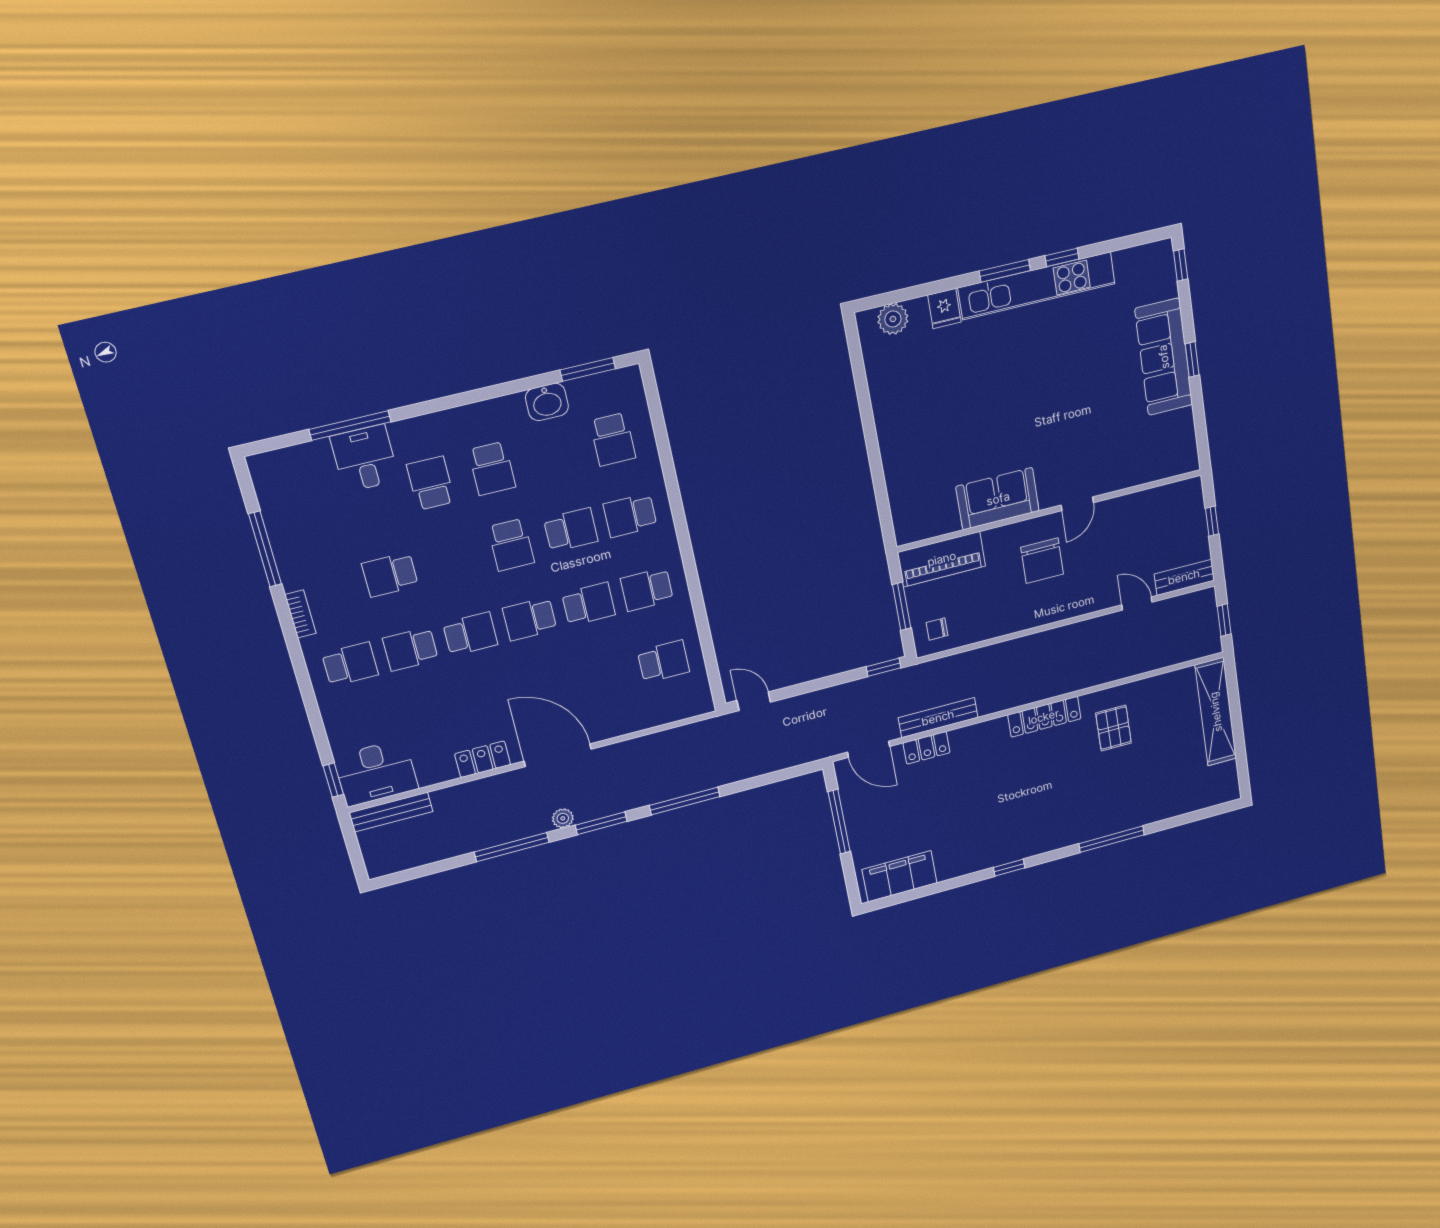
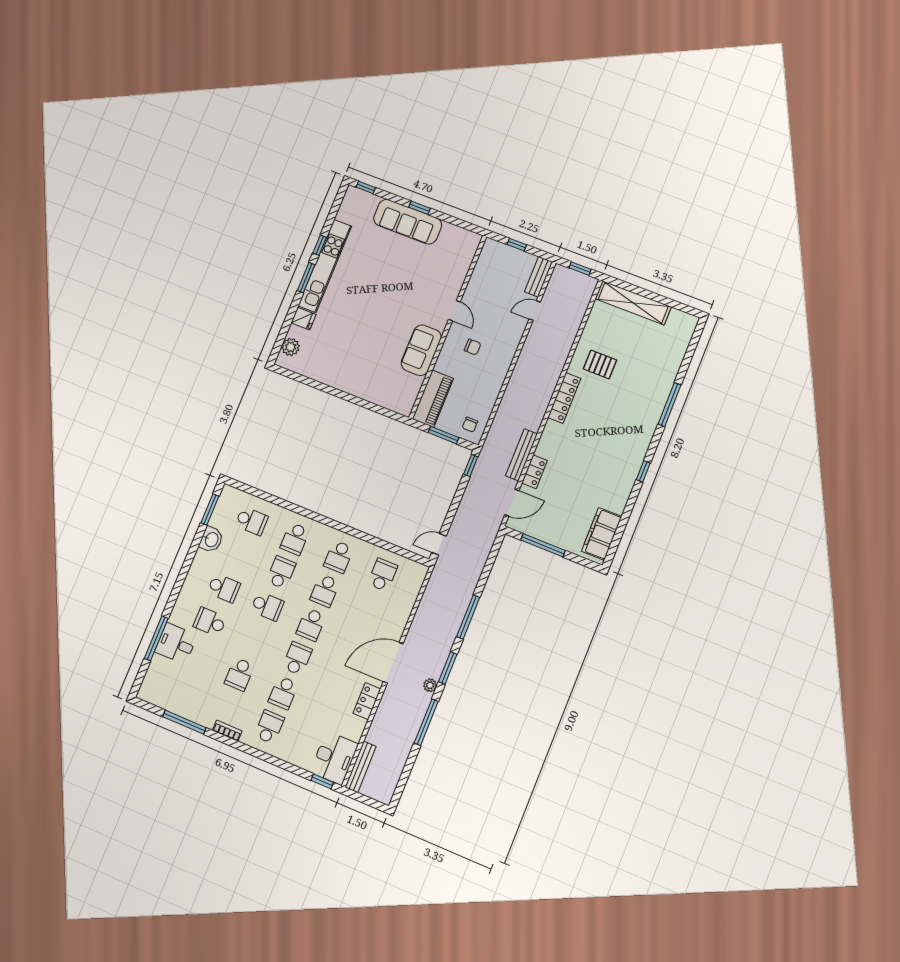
chair: (1042, 561) -> (473, 347), width x0.54, depth x0.54
school desk: (589, 604) -> (325, 591), turned 180

